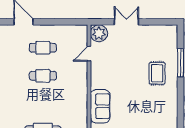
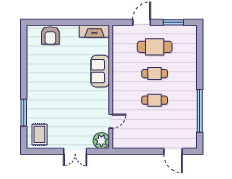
cafe table: (43, 48) -> (155, 74), moved
rug: (157, 73) -> (39, 134), moved

